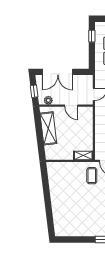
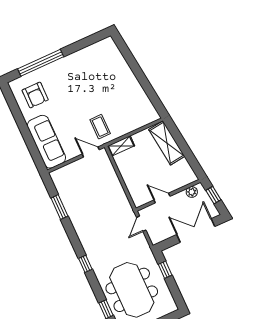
window: (92, 36) -> (165, 270), moved
shelving: (48, 128) -> (167, 143), moved

